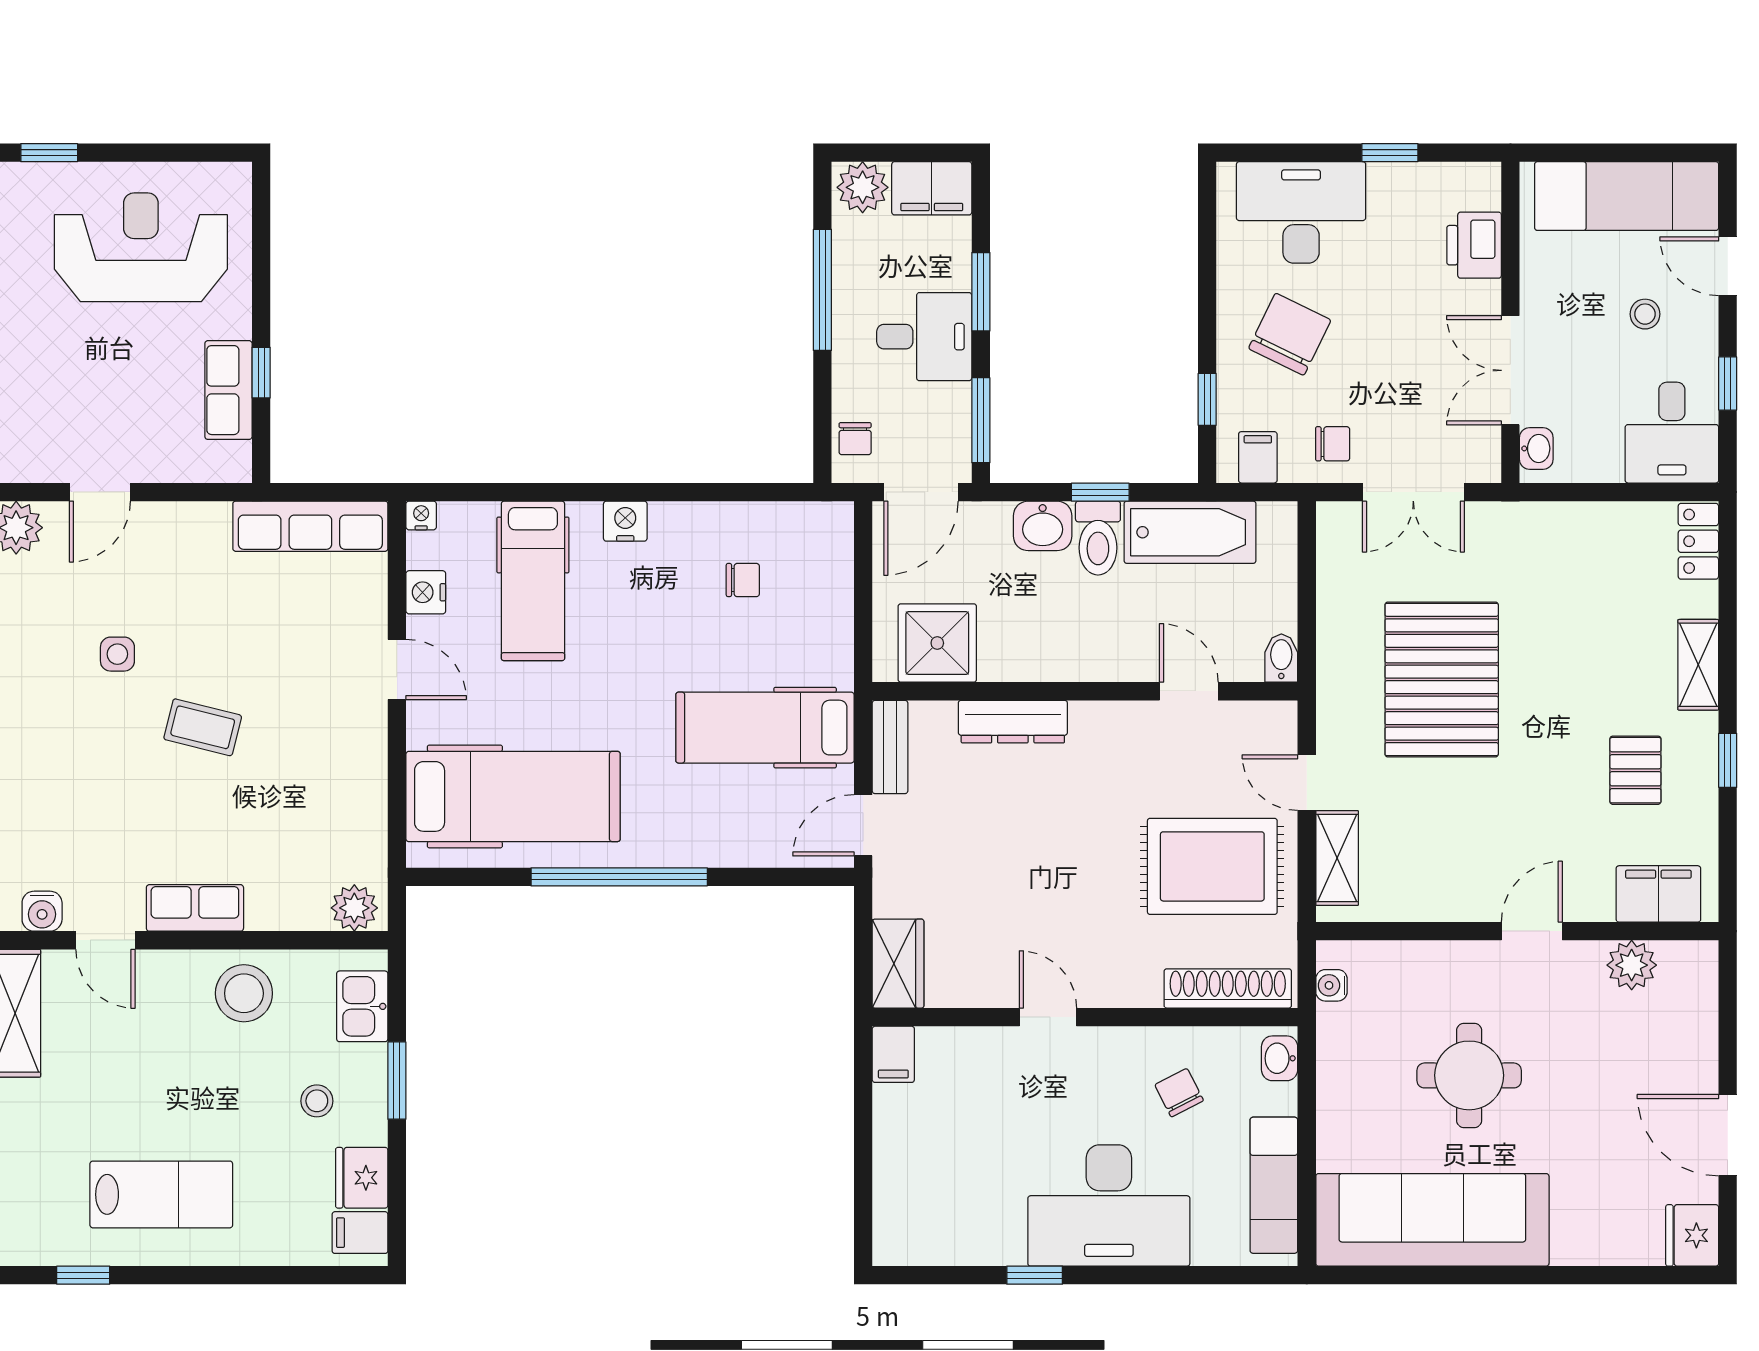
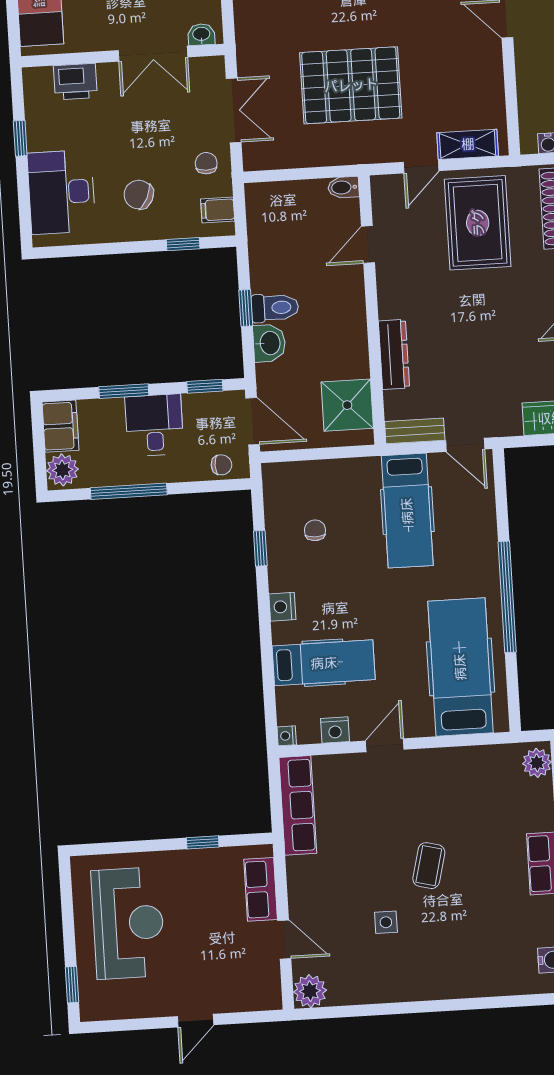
reception desk: (141, 247) -> (128, 923), turned 180
chair: (1290, 334) -> (139, 195), width x0.73, depth x0.73
row of seats: (228, 390) -> (261, 889), moved, turned 90
window: (981, 420) -> (205, 386), width x0.67
window: (720, 492) -> (260, 548), added
bathtub: (1190, 532) -> (268, 250), removed

